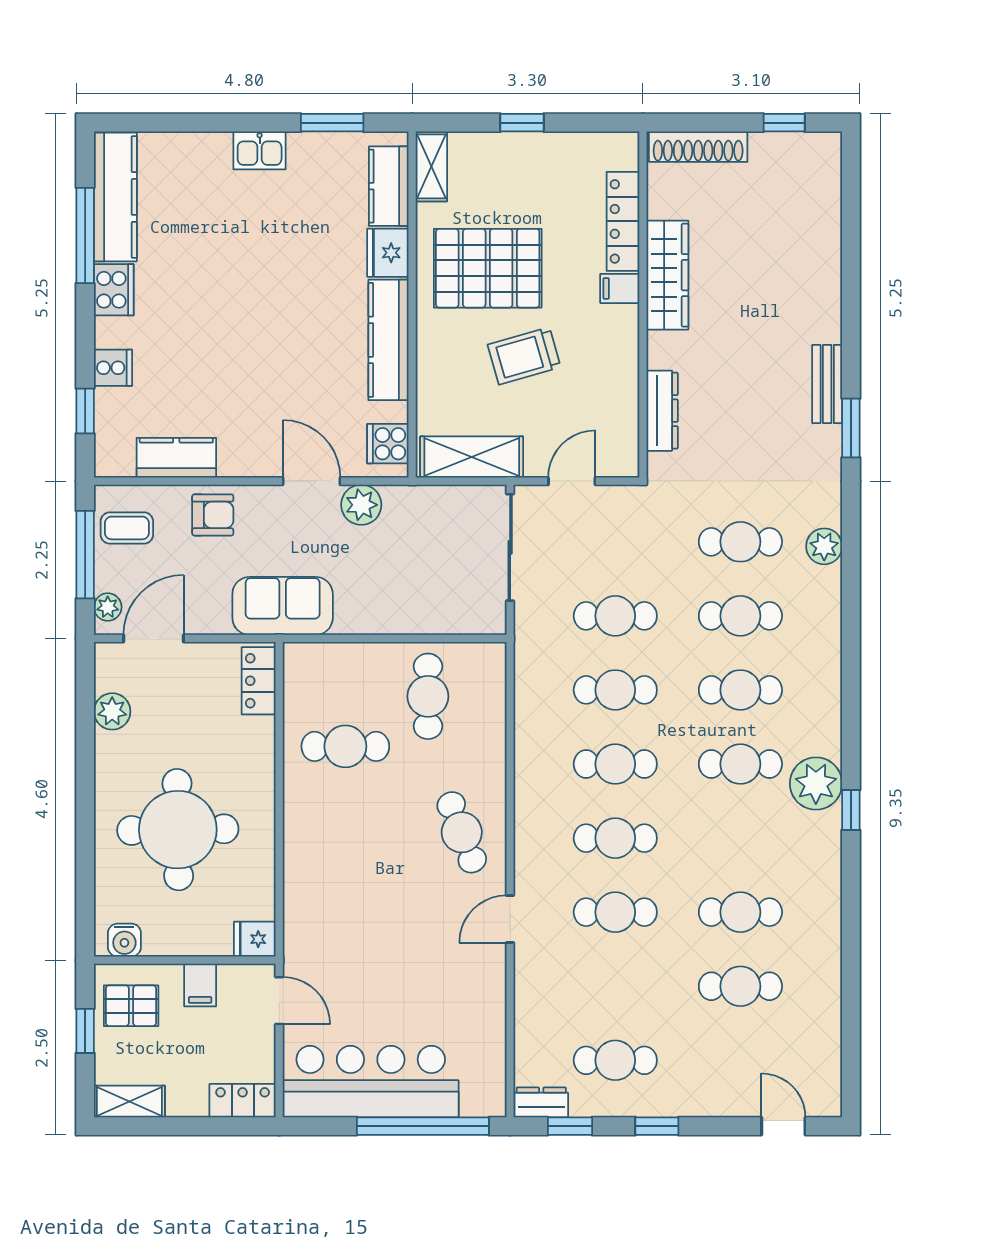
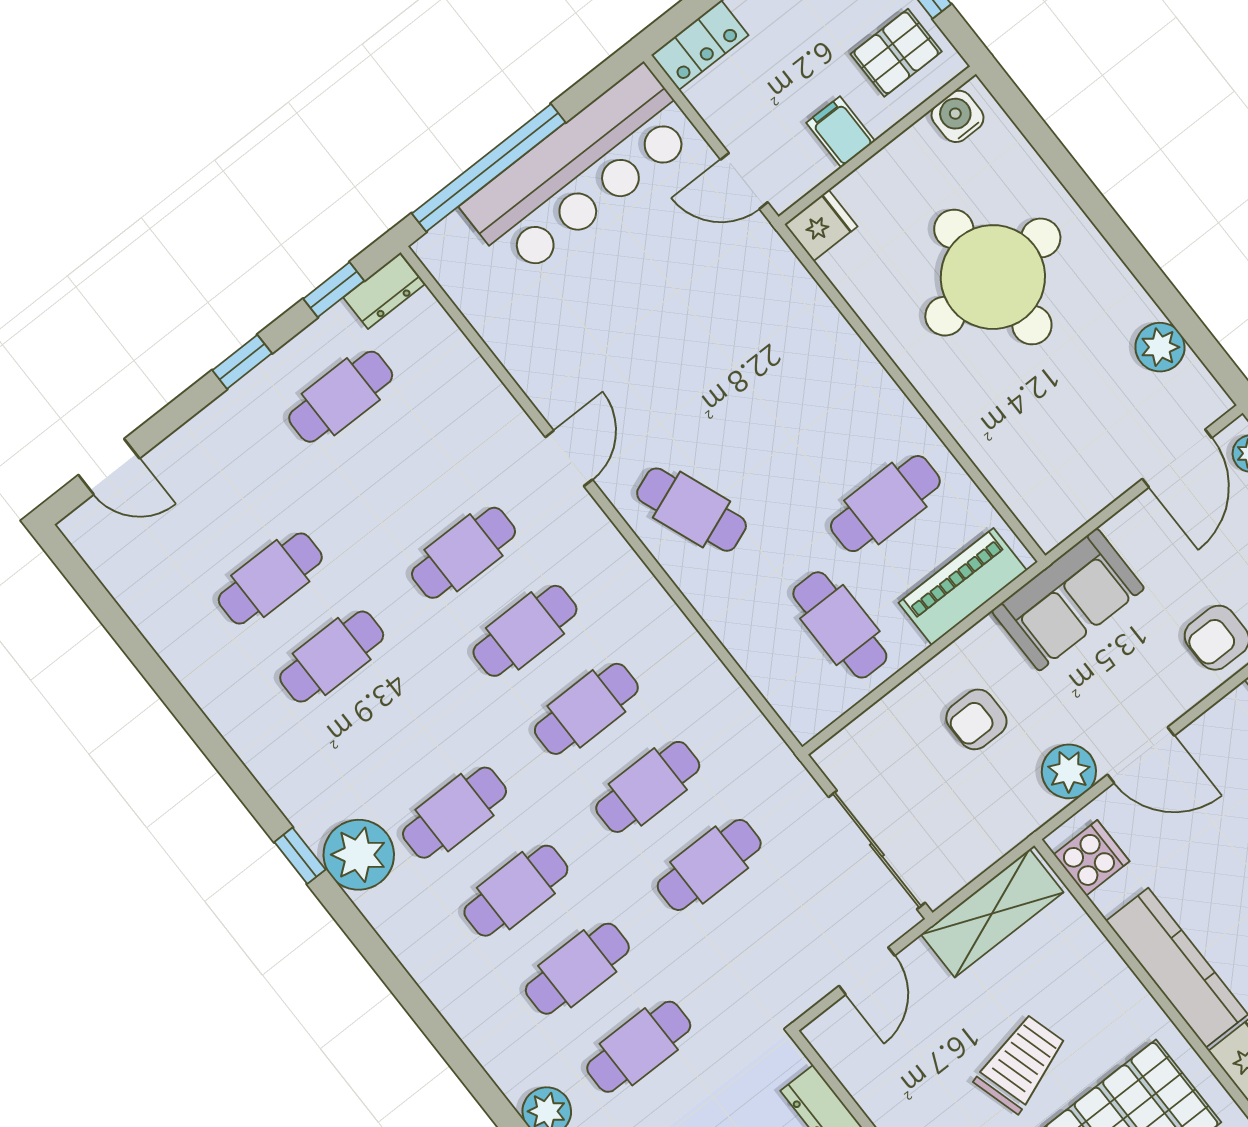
armchair: (391, 578) -> (976, 719), added
piano: (338, 662) -> (963, 587), added
locker: (259, 681) -> (1031, 501), removed

